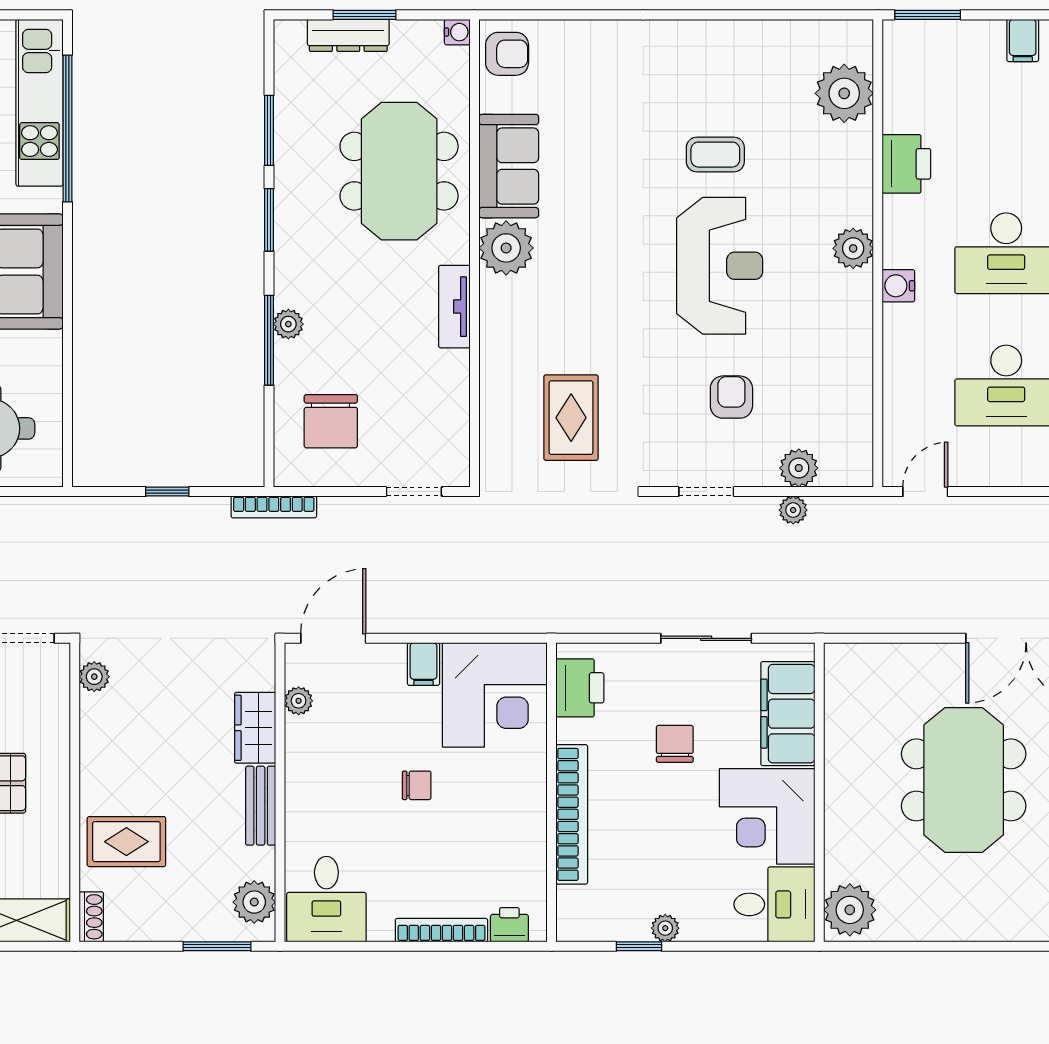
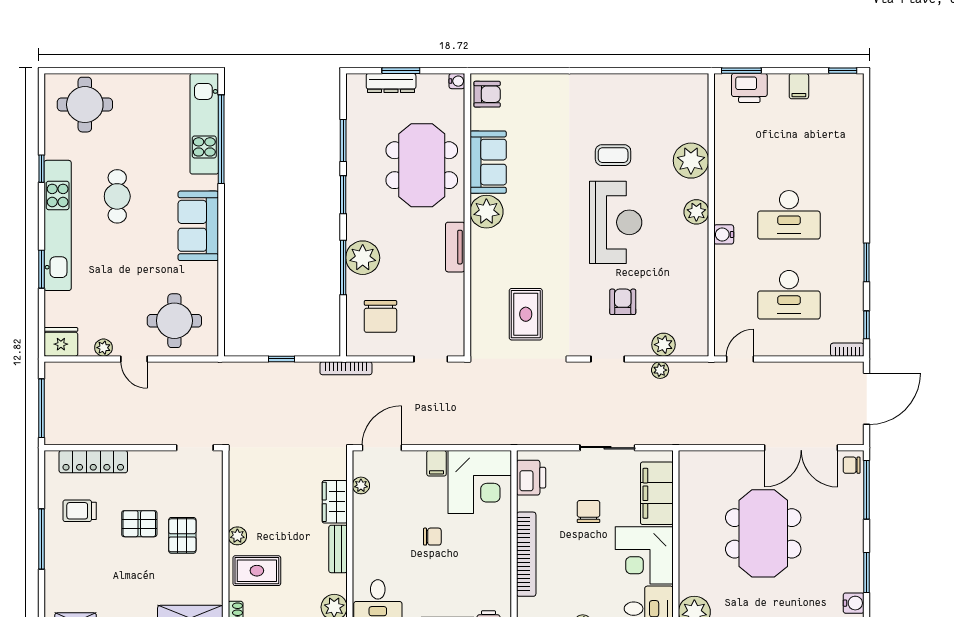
plant: (844, 93) -> (691, 161), moved
printer: (906, 164) -> (749, 88), moved, turned 90
plant: (288, 324) -> (363, 258), width x1.88, depth x1.88
plant: (94, 677) -> (237, 536), moved

